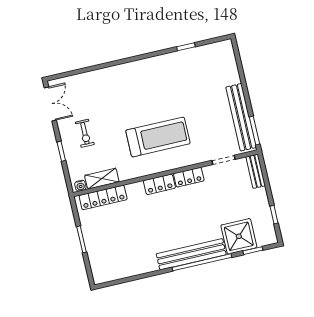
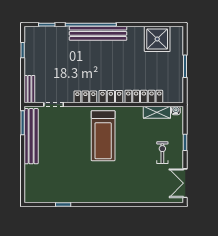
treadmill: (158, 137) -> (103, 136), turned -90
locker: (103, 197) -> (144, 97), moved
shower: (239, 236) -> (157, 39), moved

